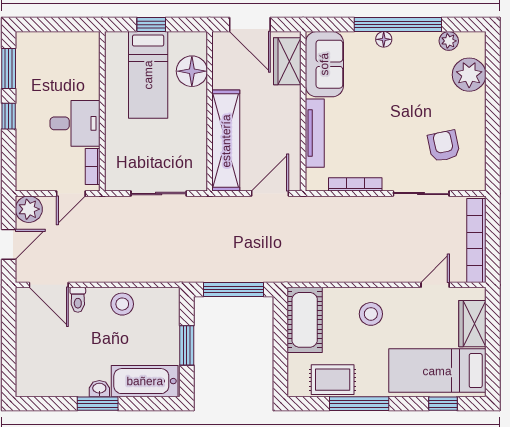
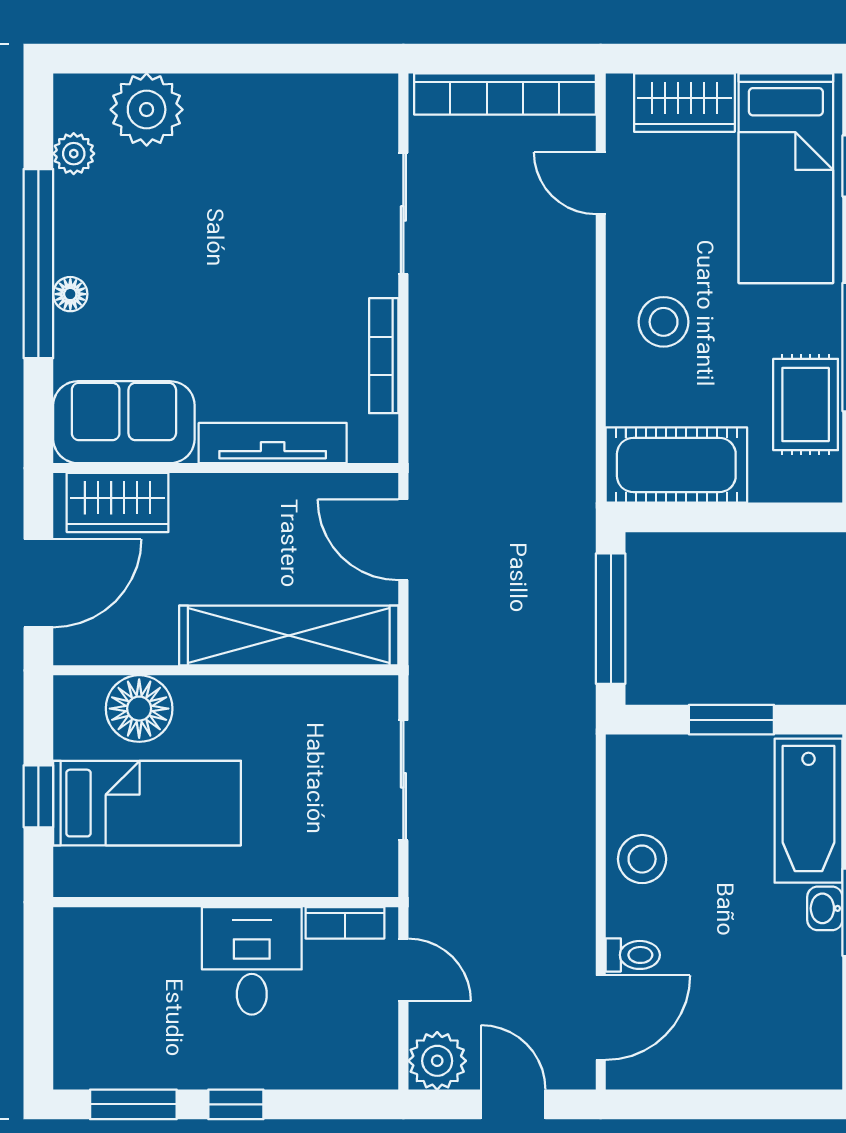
armchair: (444, 146) -> (301, 164), removed

